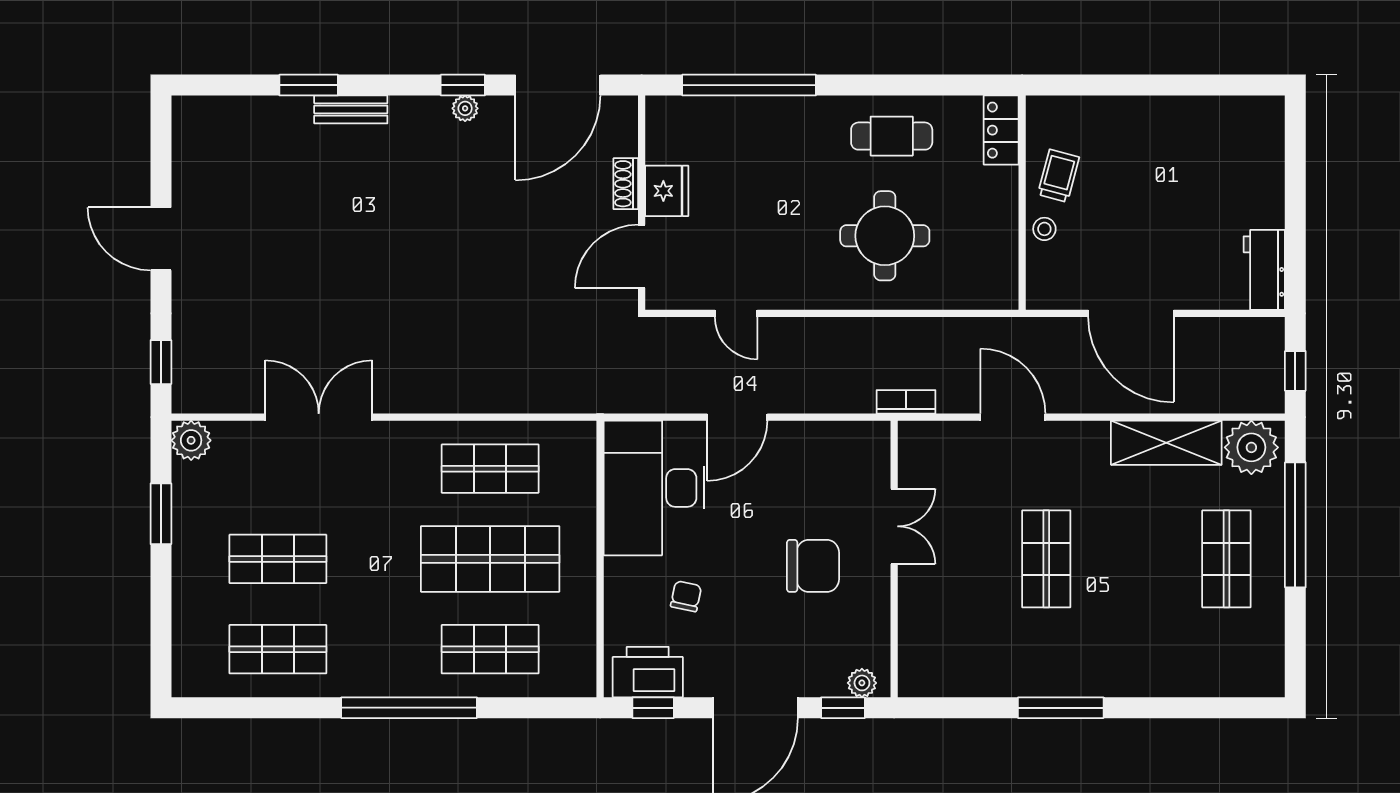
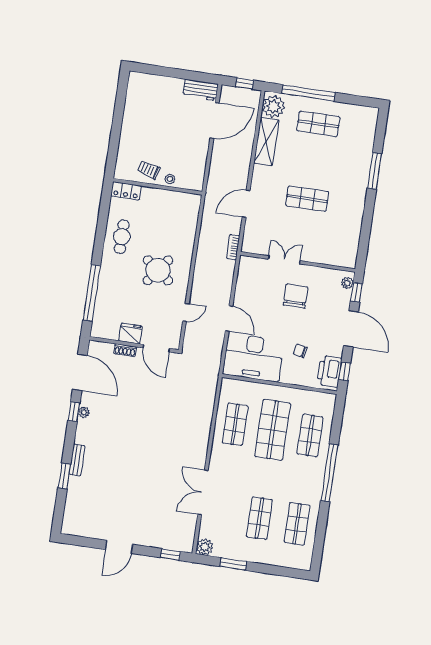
round table: (885, 236) -> (158, 270), moved, turned 37
door: (1131, 313) -> (214, 120), moved
window: (1061, 708) -> (375, 171), moved

